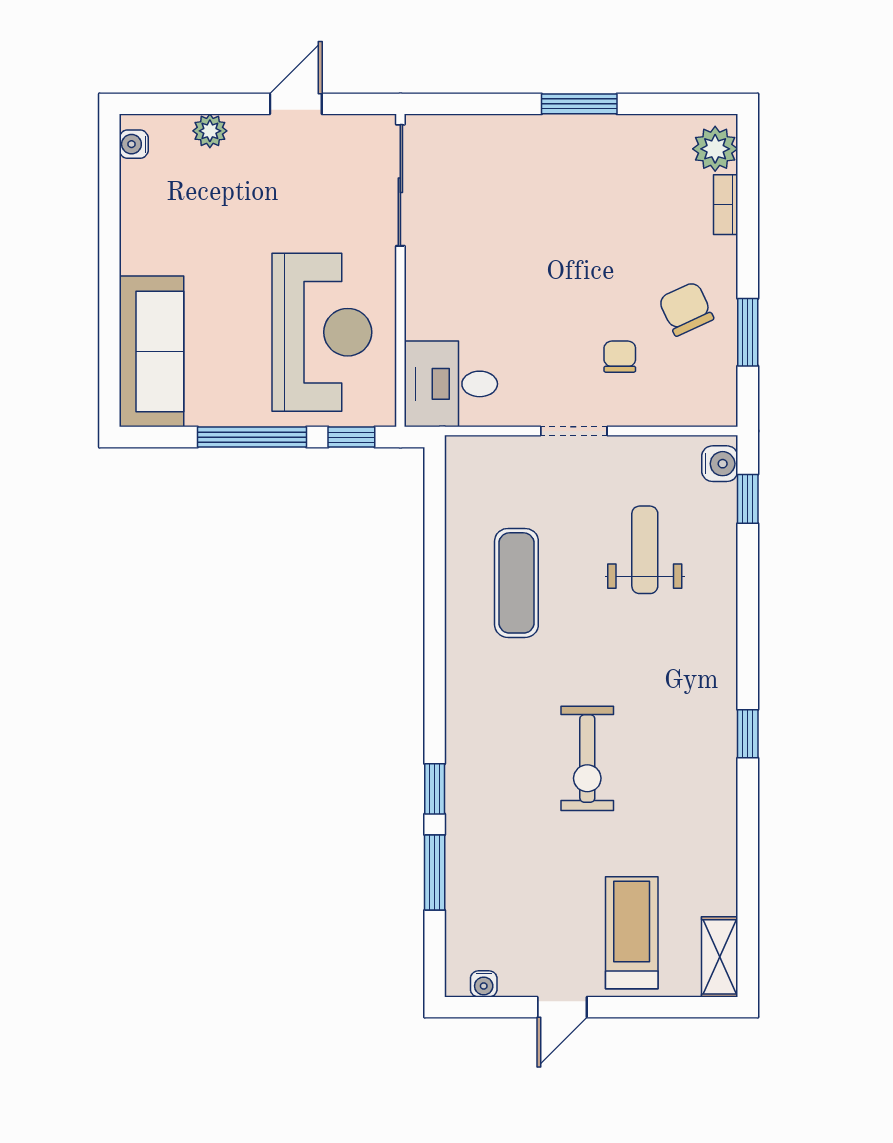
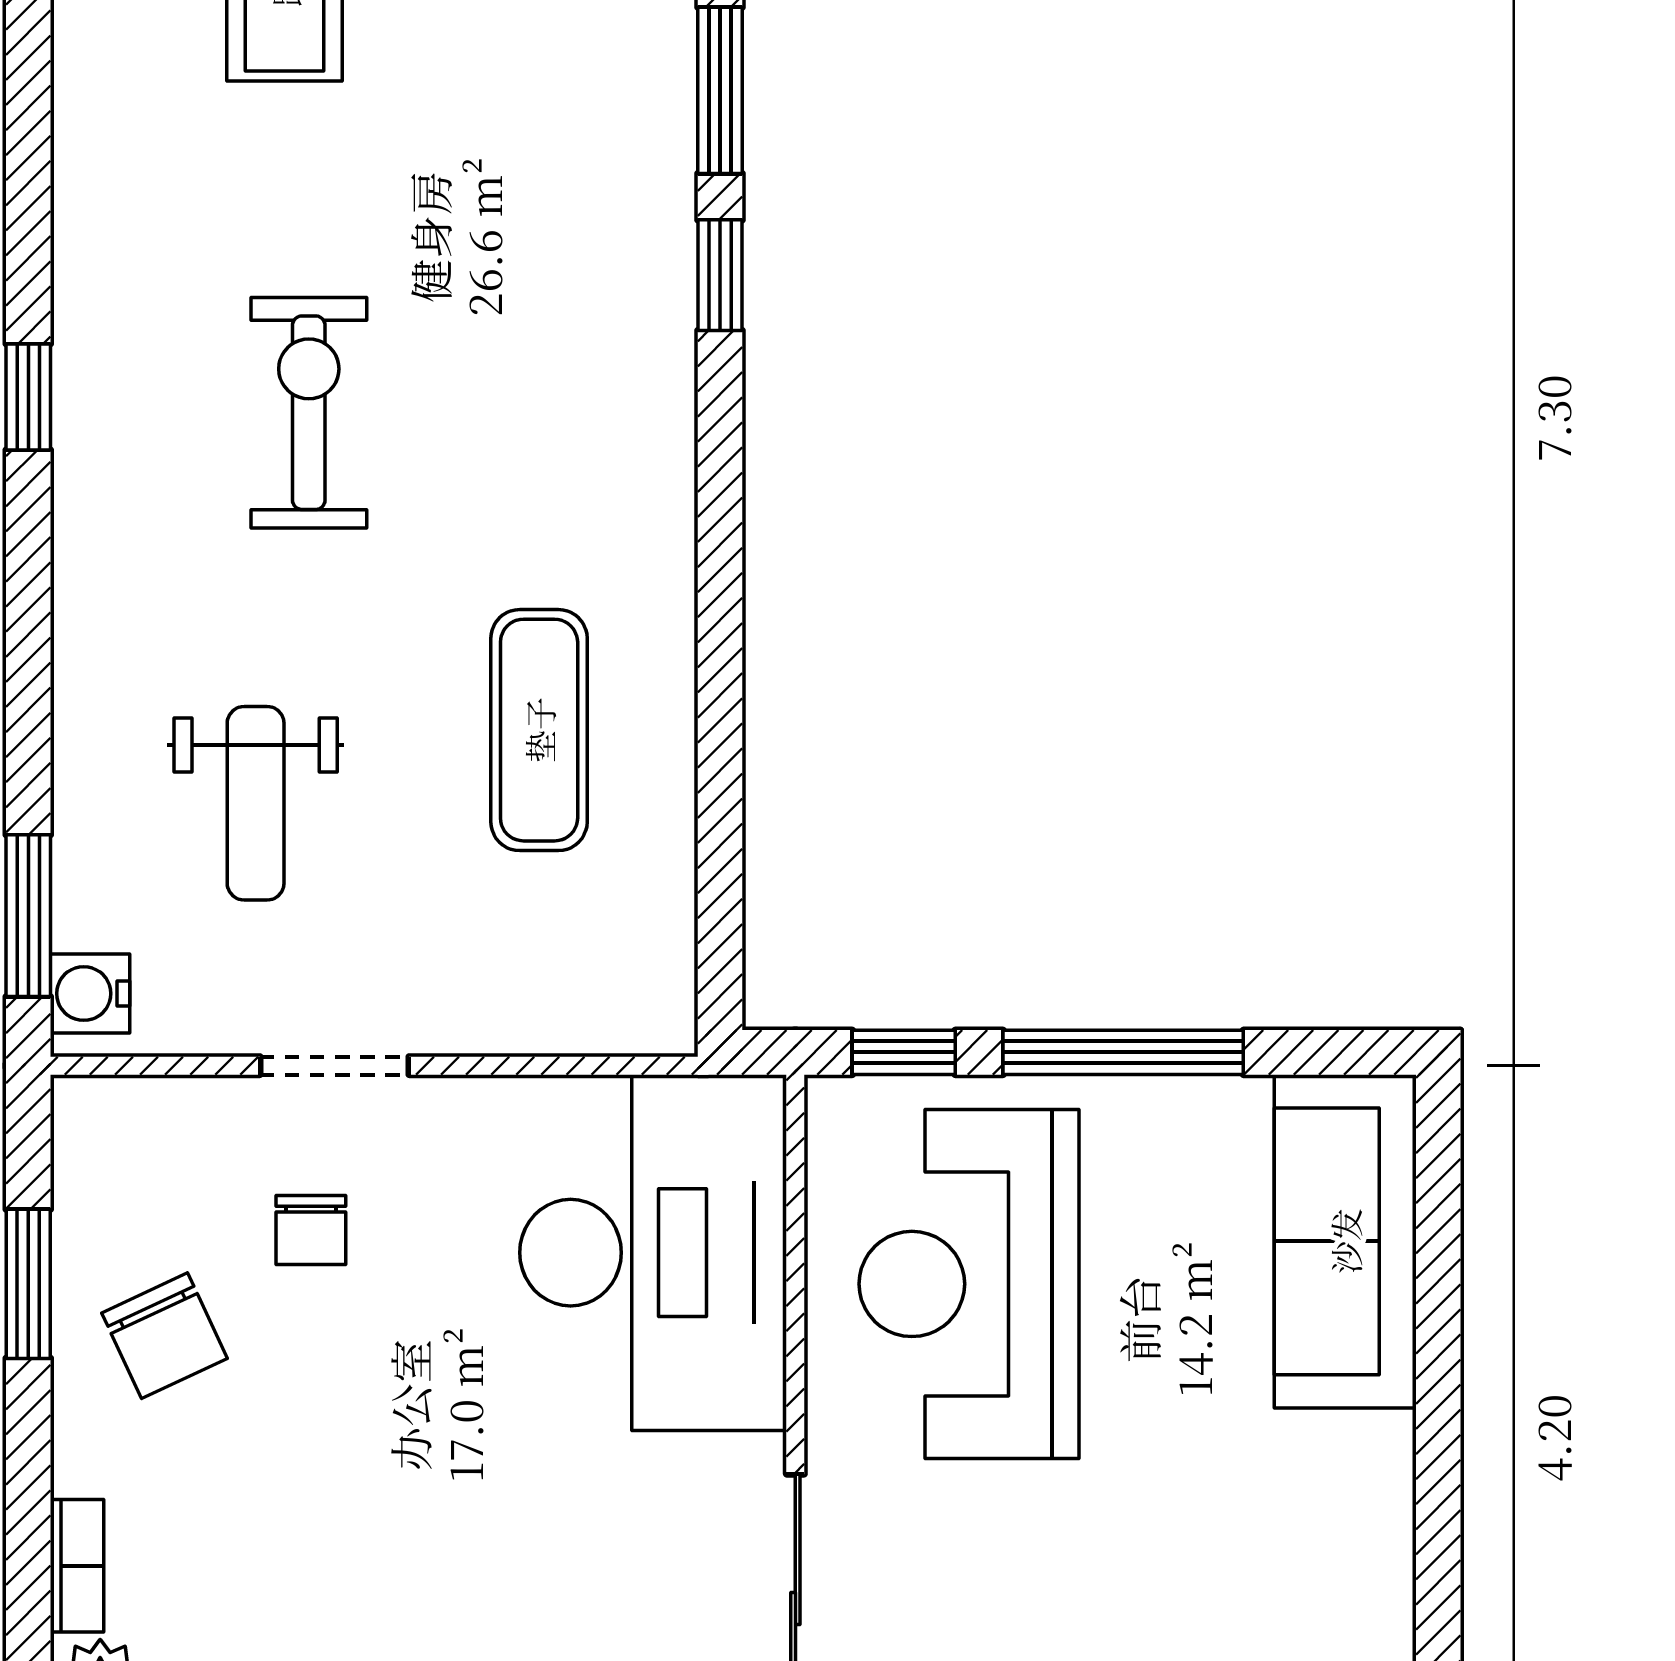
desk: (451, 384) -> (653, 1253), width x1.87, depth x1.30
doorway: (574, 431) -> (334, 1066), moved
window: (748, 499) -> (28, 916), width x1.50
exercise bike: (587, 758) -> (309, 413), moved

